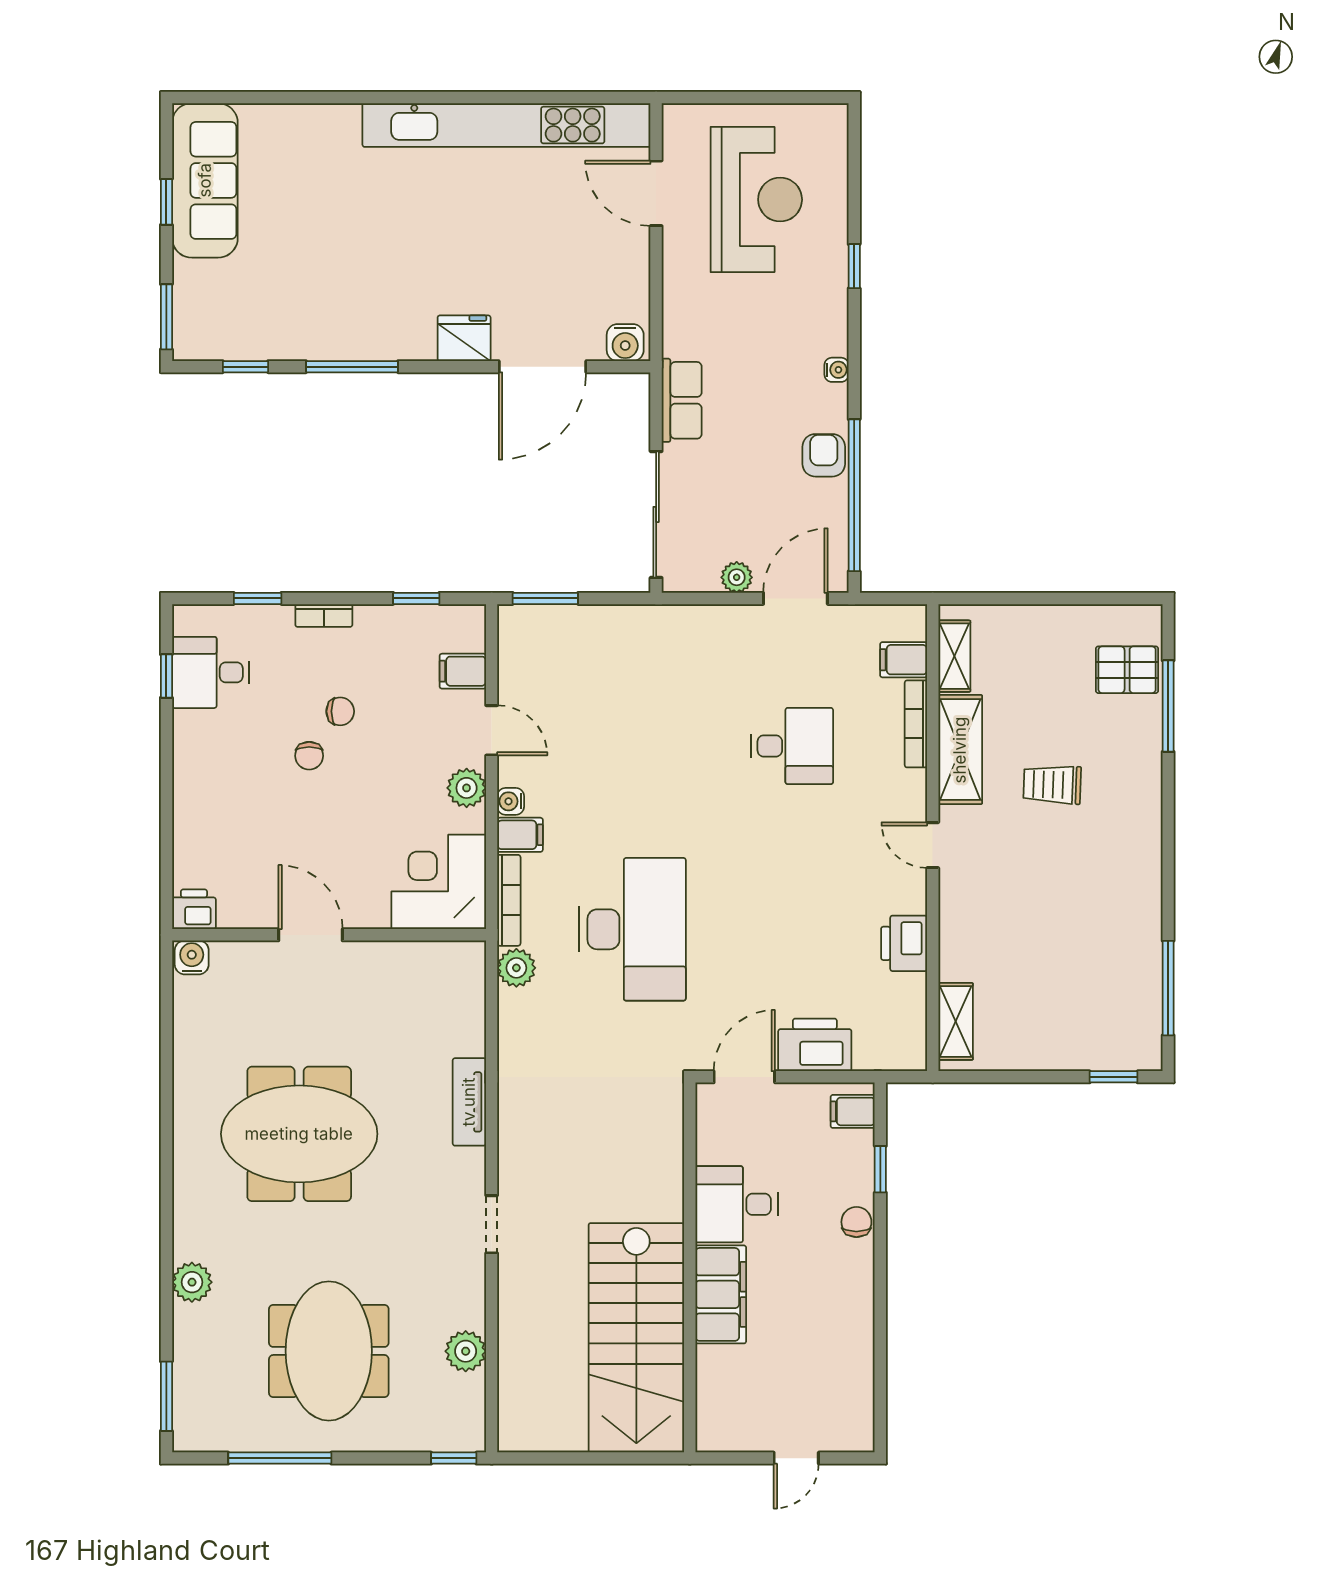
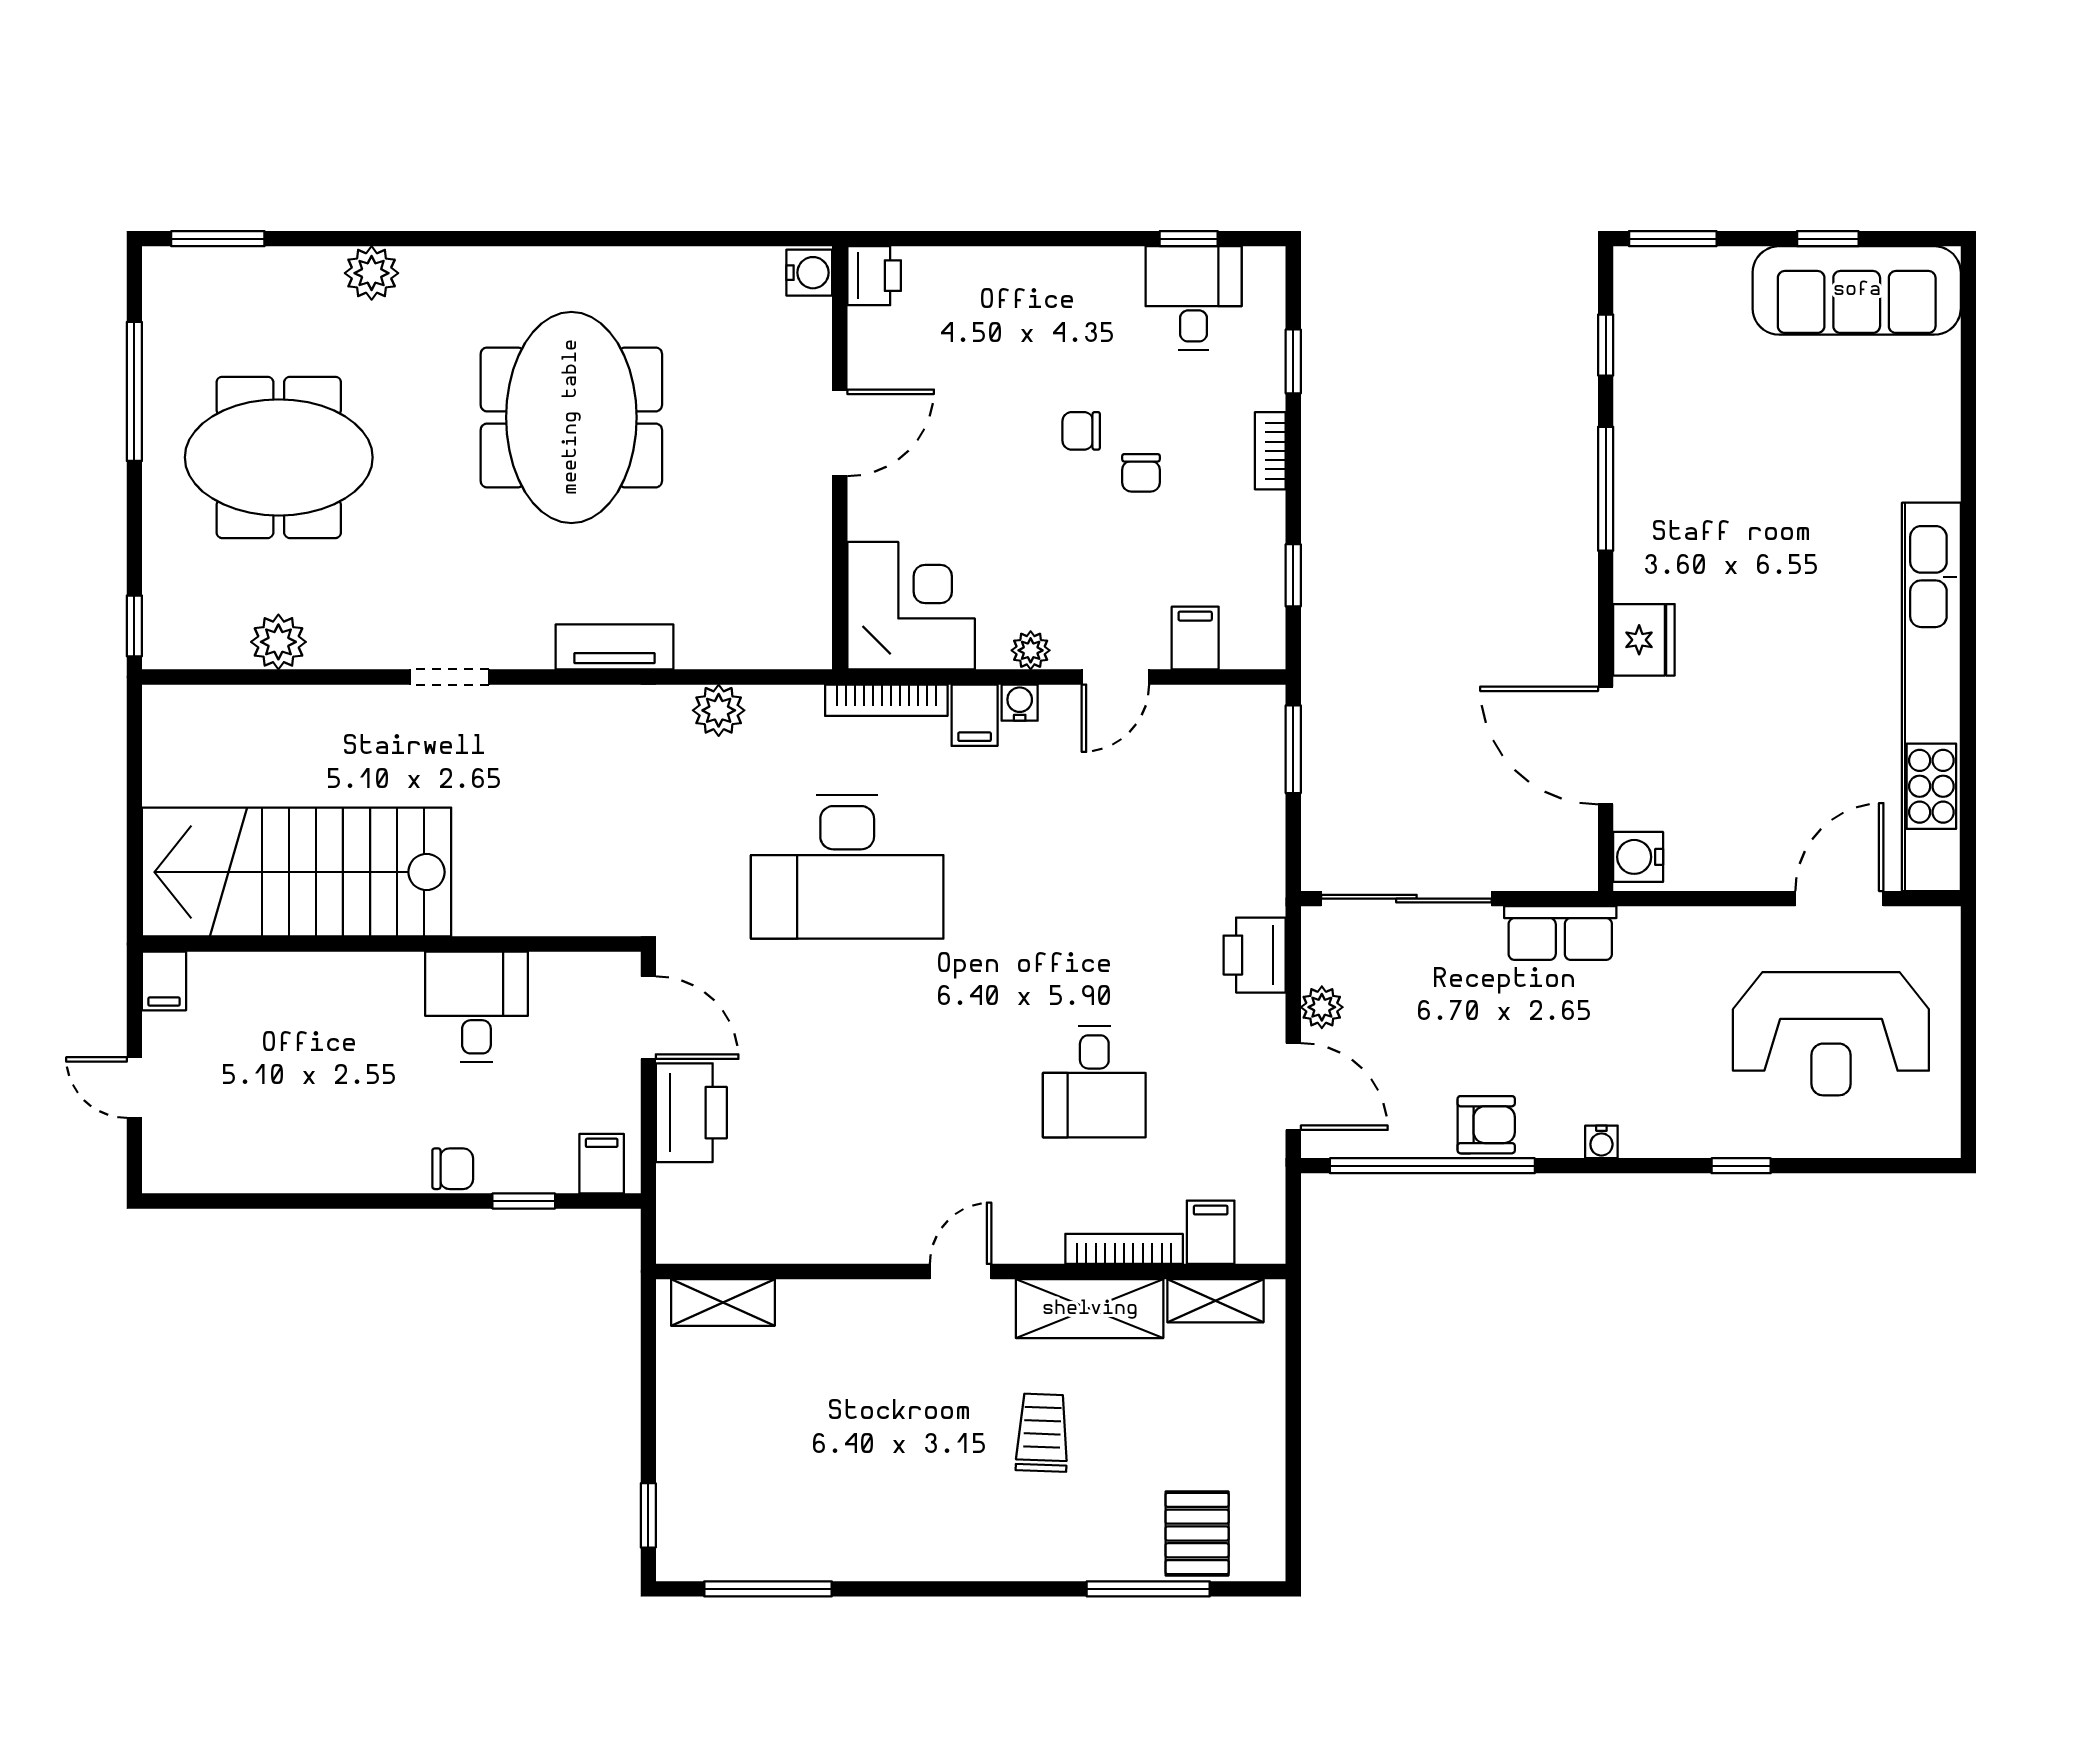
plant: (467, 788) -> (1031, 650), width x0.73, depth x0.73
printer: (904, 943) -> (1255, 955), moved, turned -90
plant: (516, 968) -> (719, 710), moved
filing cabinet: (721, 1294) -> (164, 981), moved, width x0.33, depth x0.86

